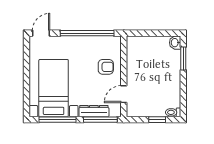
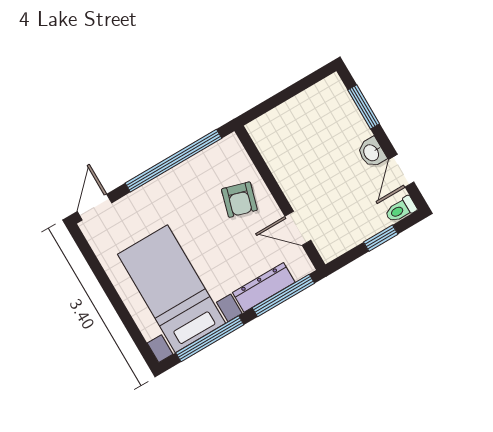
washbasin: (175, 43) -> (372, 153), moved
armchair: (106, 67) -> (239, 200), turned 106
door: (124, 94) -> (298, 228), hinge flipped
door: (183, 96) -> (401, 171), added

